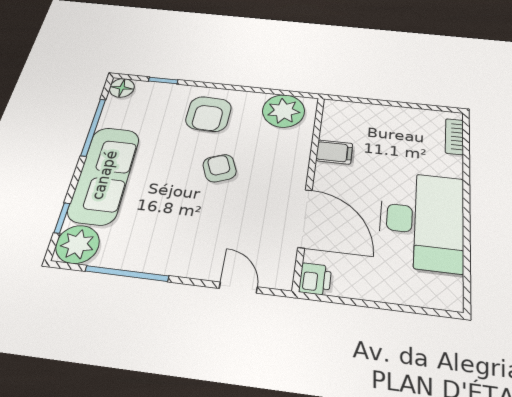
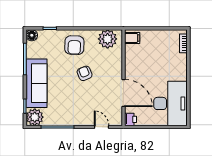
filing cabinet: (334, 152) -> (132, 38), moved
desk: (422, 220) -> (170, 103), moved

